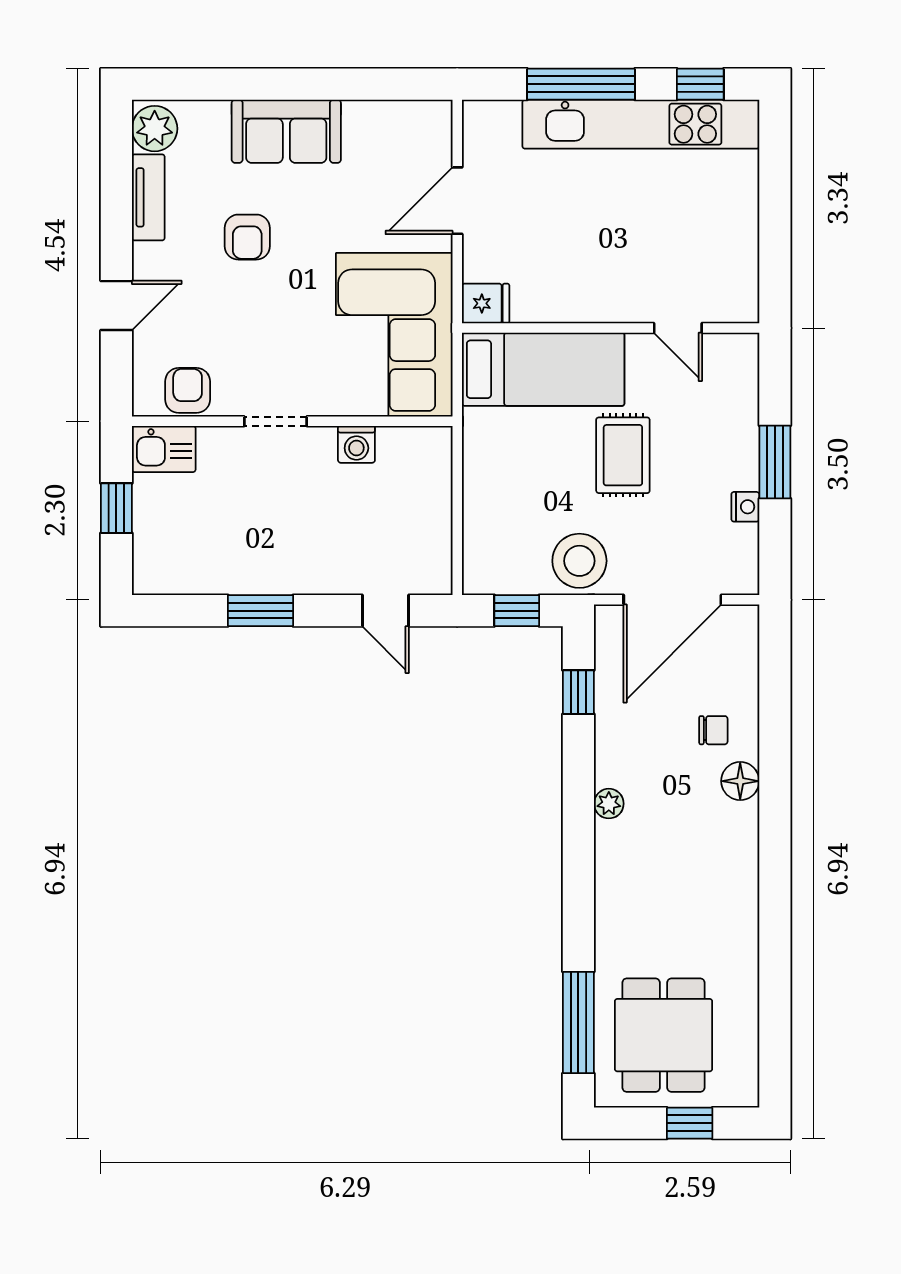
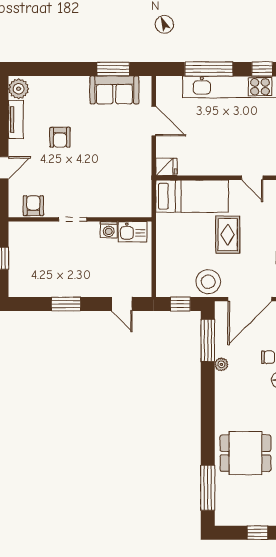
window: (366, 84) -> (113, 69), added
sofa: (286, 131) -> (114, 90), moved
door: (457, 201) -> (154, 121), swing flipped
corner sofa: (394, 335) -> (126, 181), removed
kitchen sink: (164, 449) -> (133, 232), moved
window: (578, 692) -> (208, 340), width x2.17
plant: (609, 804) -> (221, 364), moved
dining table: (663, 1035) -> (245, 453), moved, turned 90

